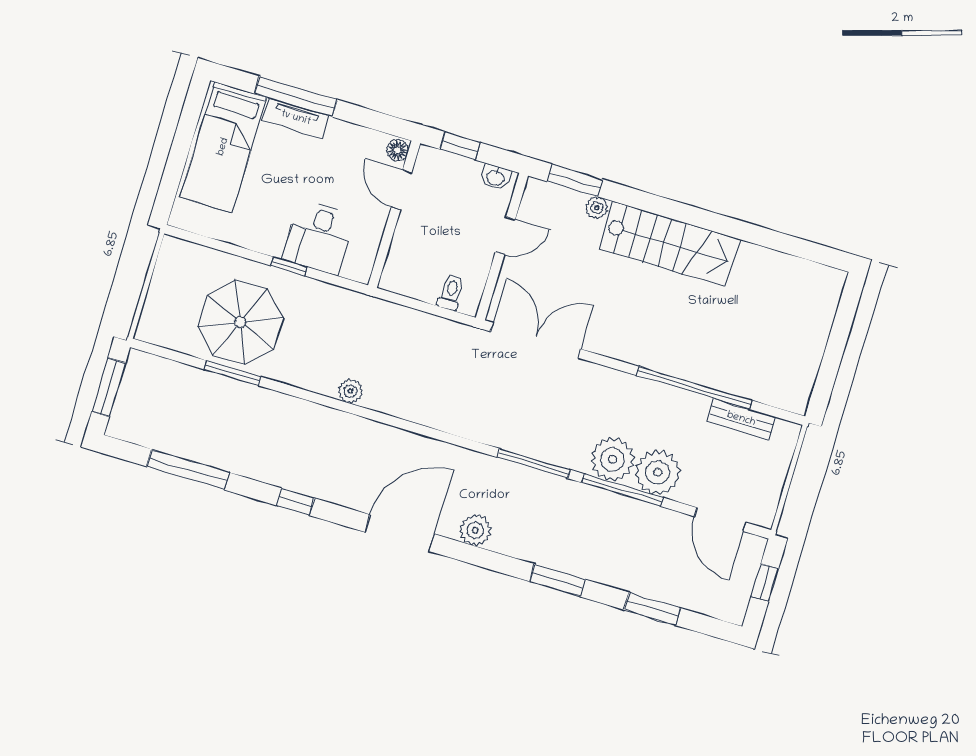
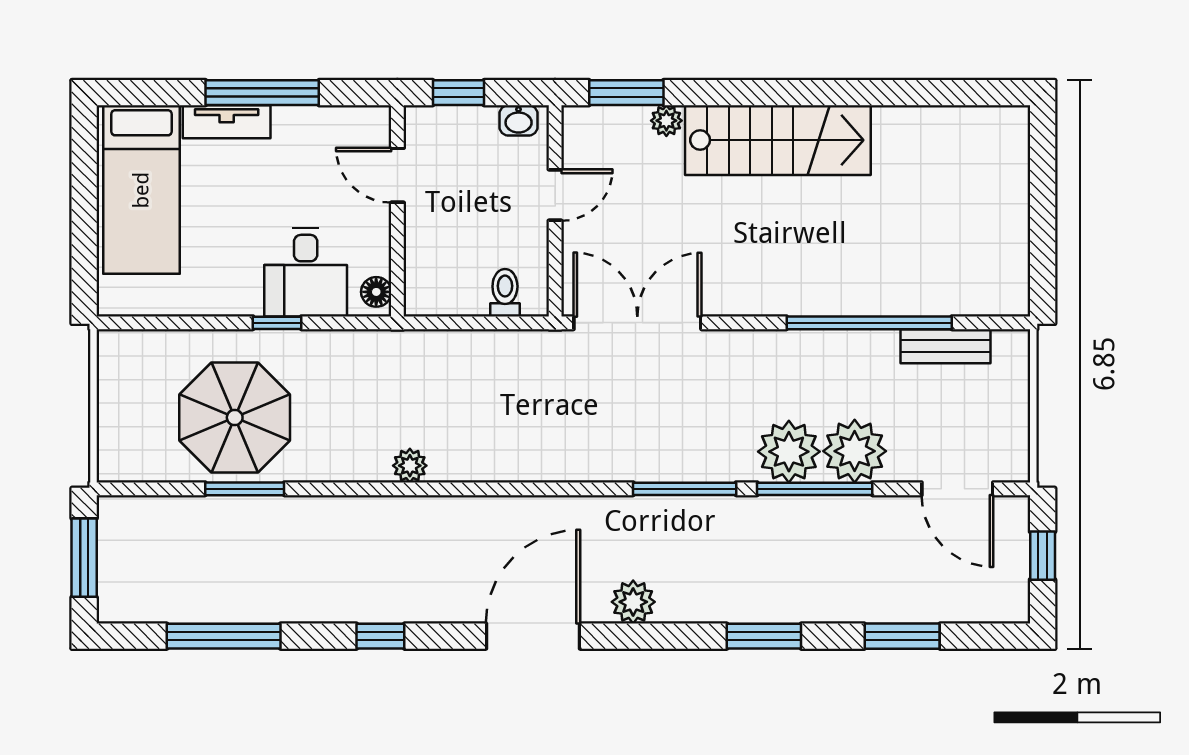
window: (296, 97) -> (262, 93), moved
floor lamp: (398, 150) -> (376, 292), moved

